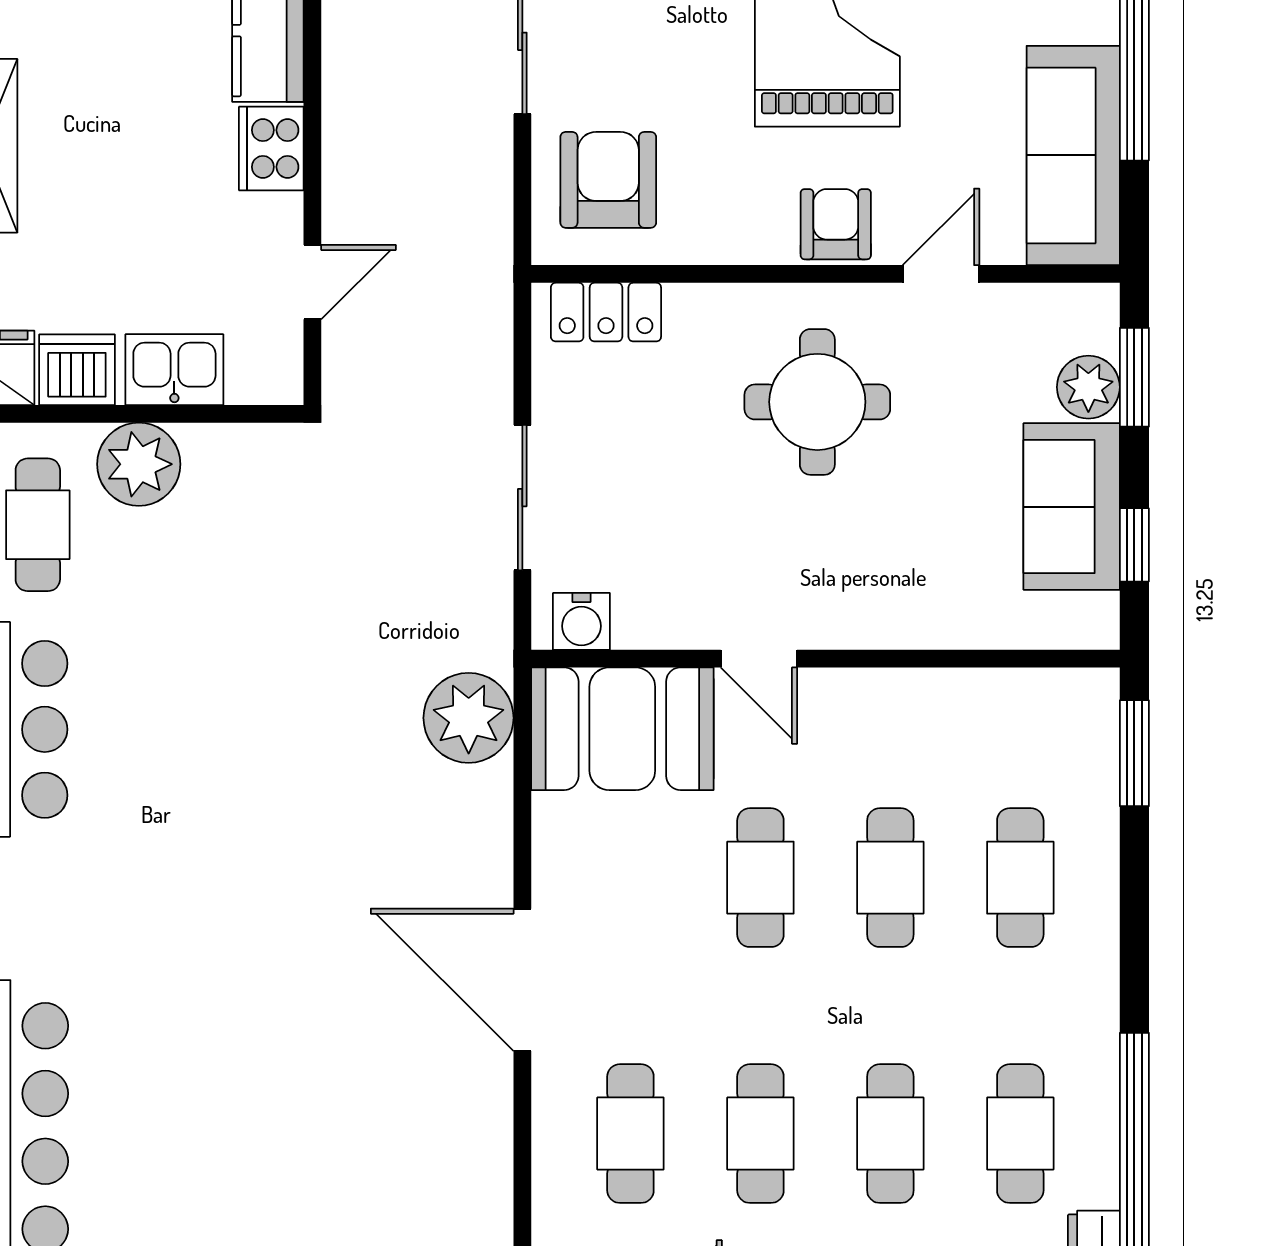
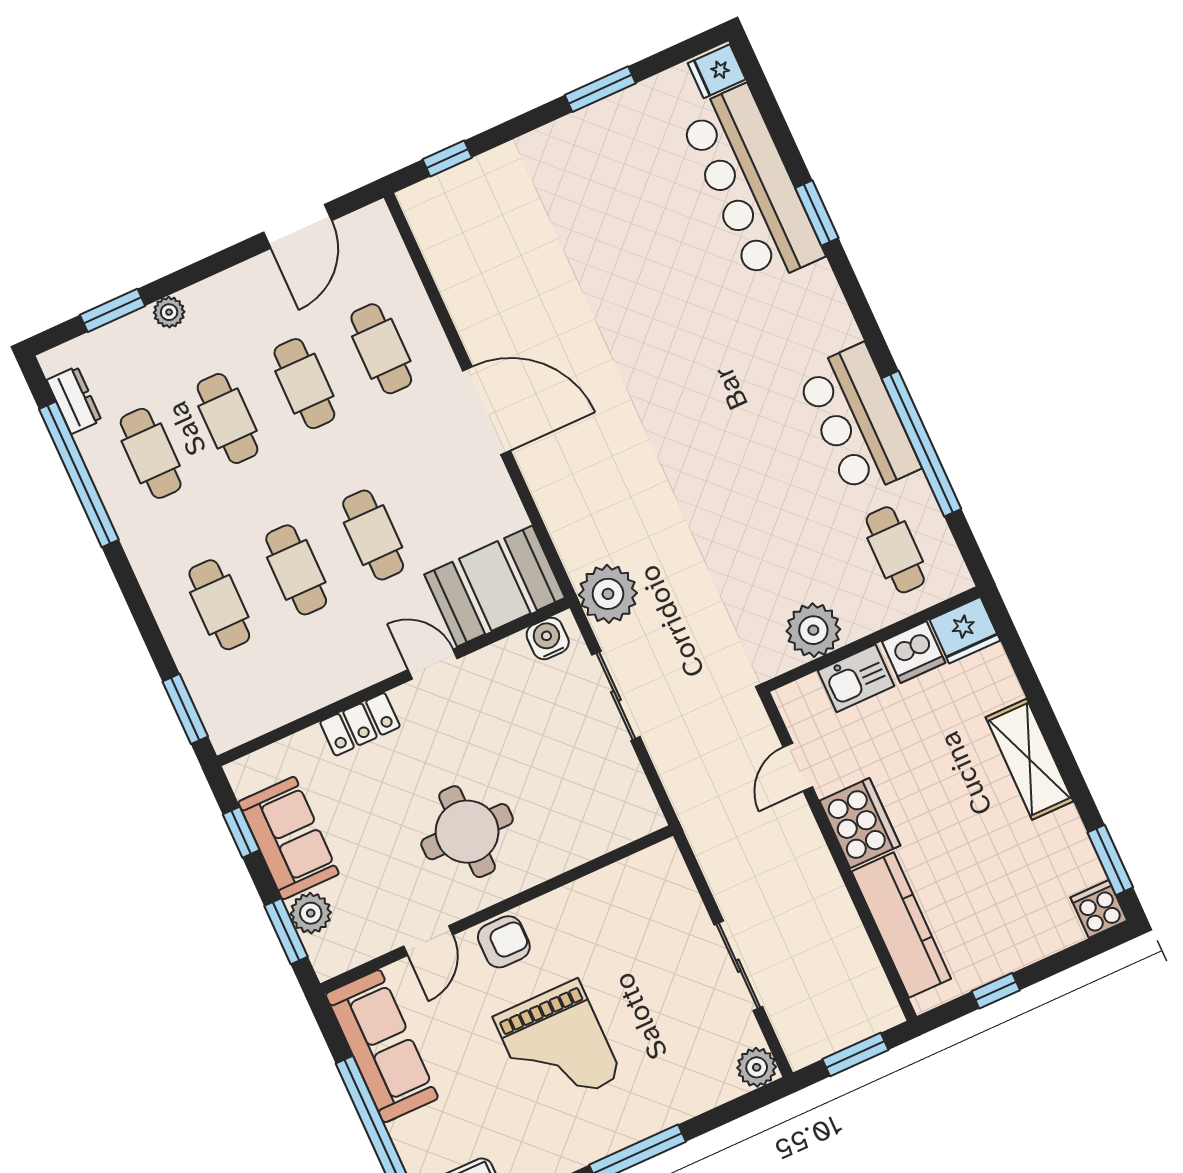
cooker: (271, 148) -> (860, 823), width x1.37, depth x1.31
armchair: (608, 180) -> (650, 907), removed
armchair: (836, 224) -> (504, 942), turned -90
locker: (606, 312) -> (360, 724), moved, turned 180
plant: (139, 464) -> (813, 630), moved
plant: (469, 718) -> (608, 594), moved

